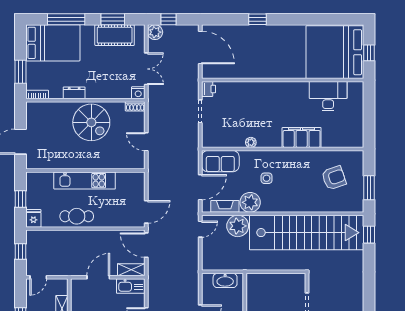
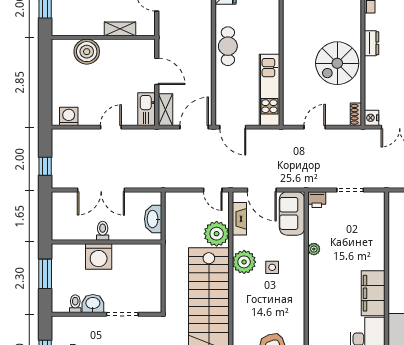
printer: (208, 89) -> (317, 200), moved
filing cabinet: (302, 138) -> (373, 293), moved, turned 180
kitchen unit: (85, 181) -> (269, 90), moved
plant: (250, 202) -> (244, 262), moved

